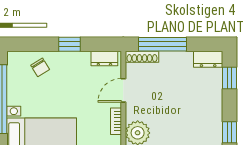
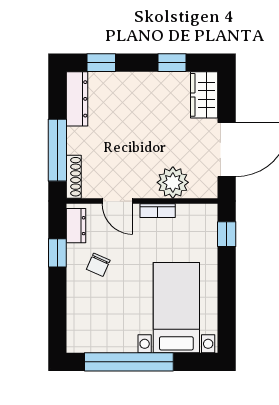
window: (69, 44) -> (57, 253), moved
dresser: (208, 59) -> (77, 99), width x1.44
chair: (40, 67) -> (98, 265), moved, turned 146

